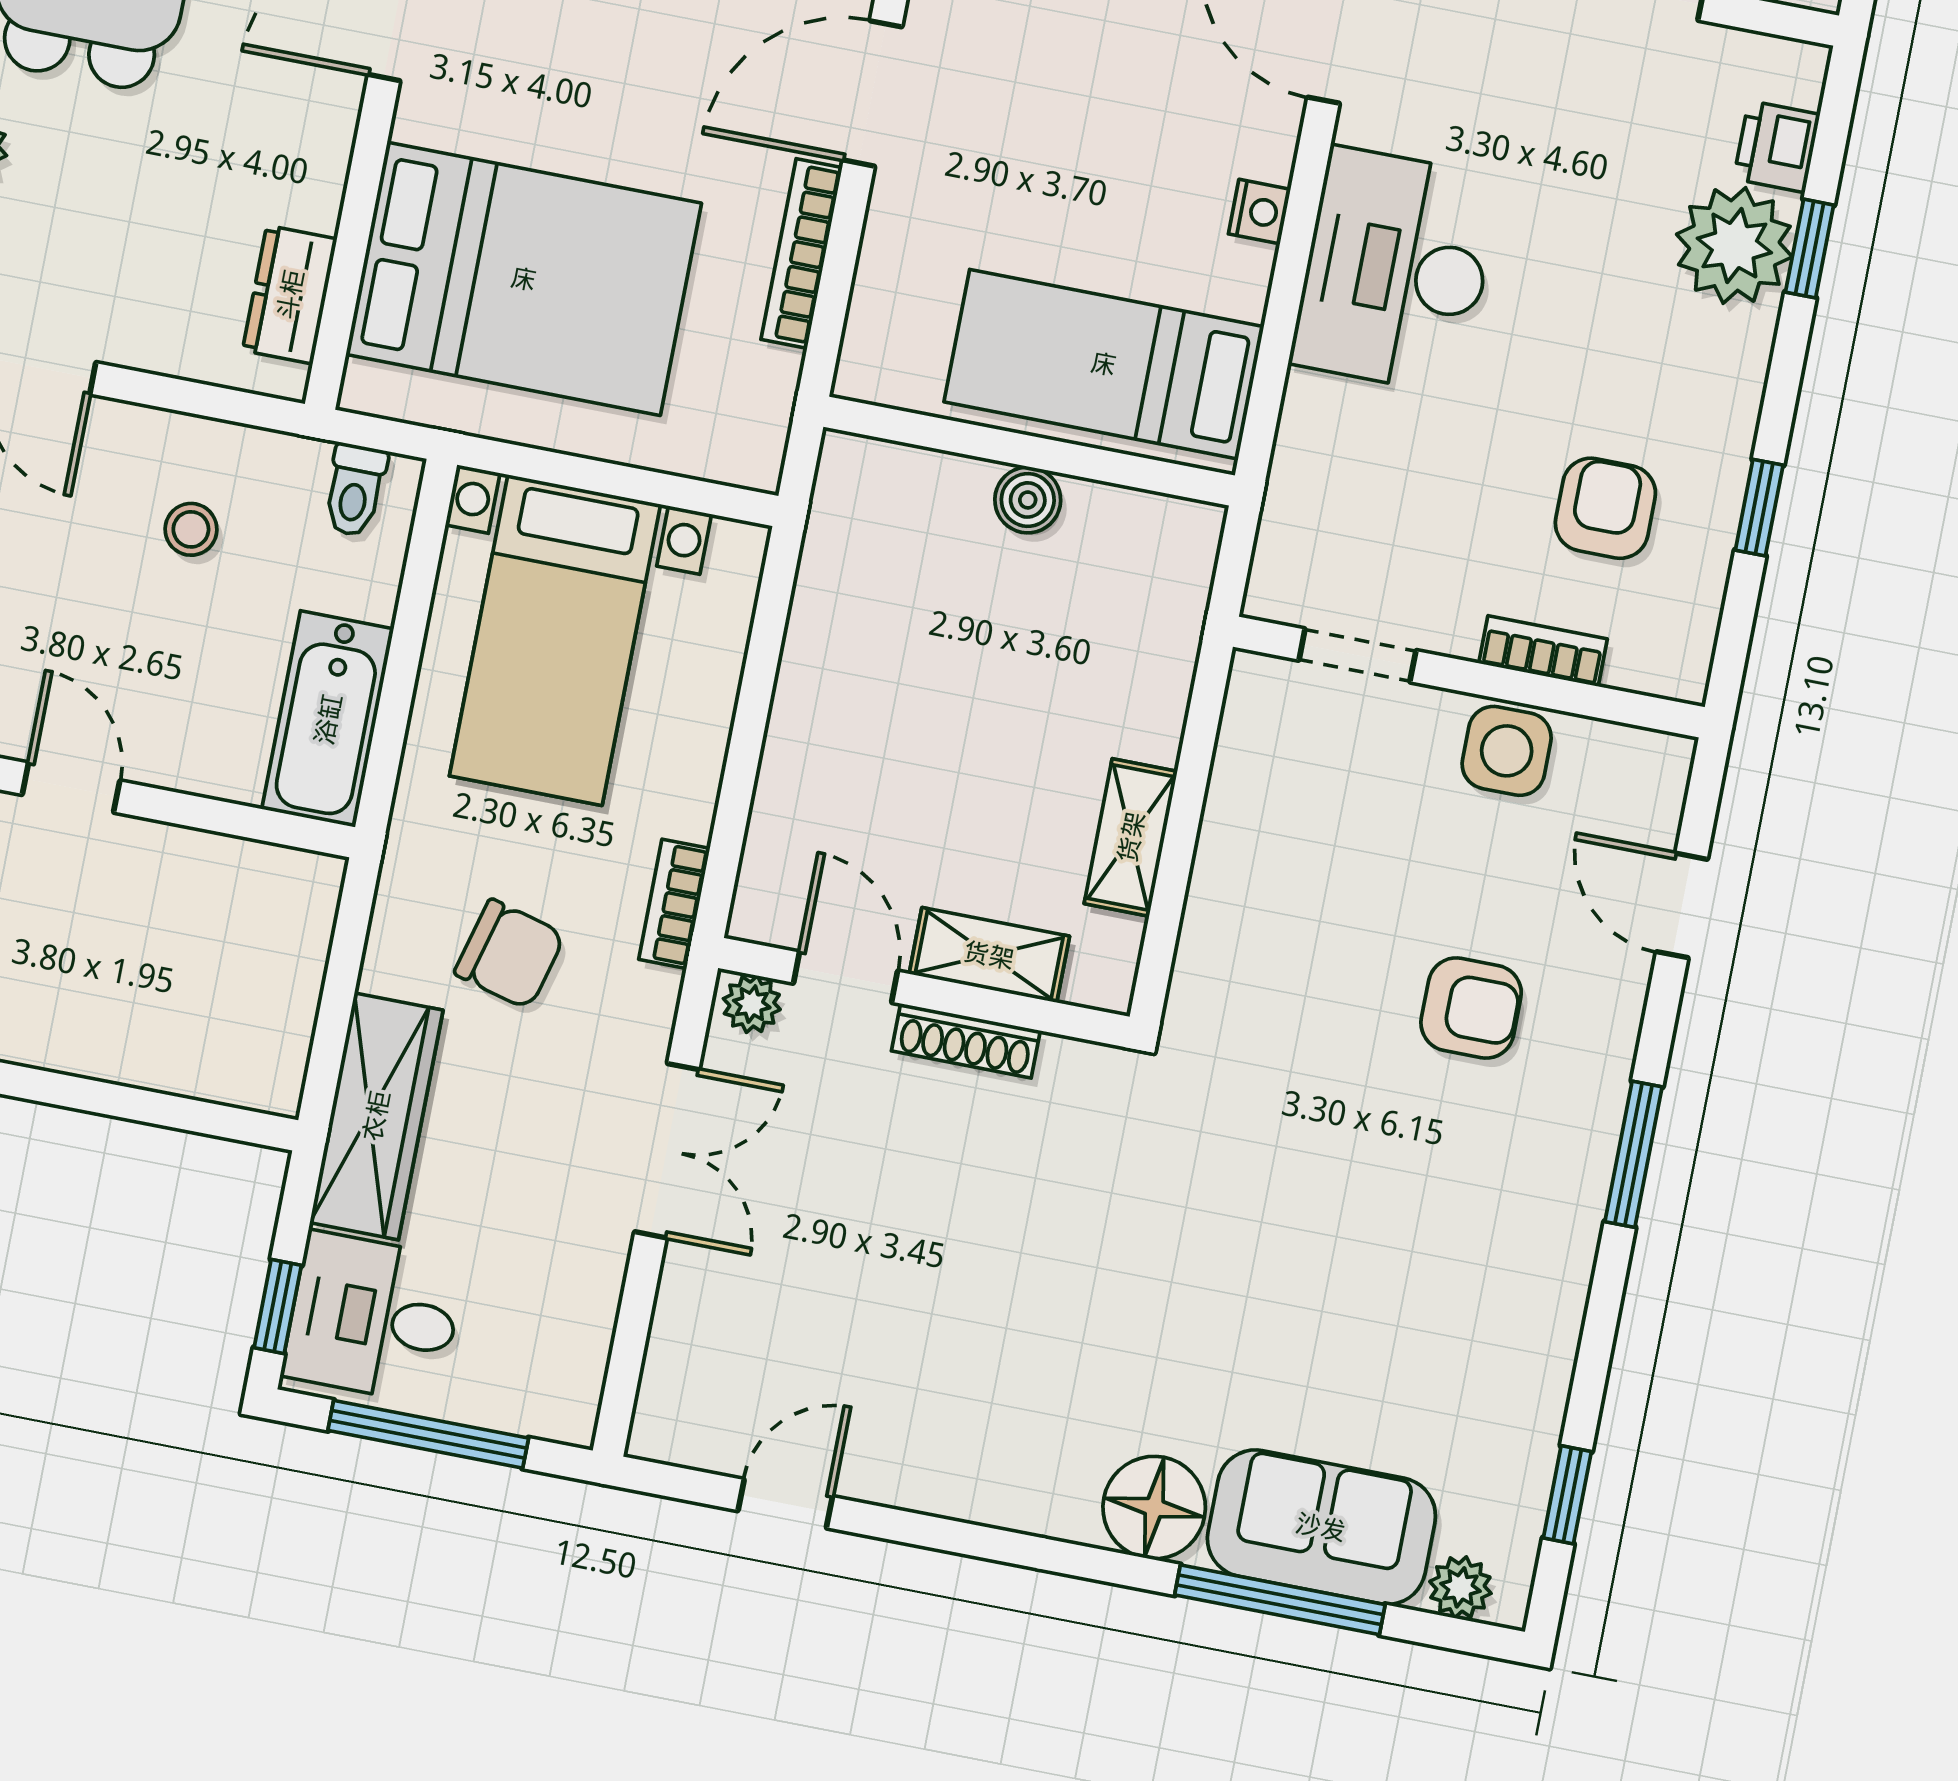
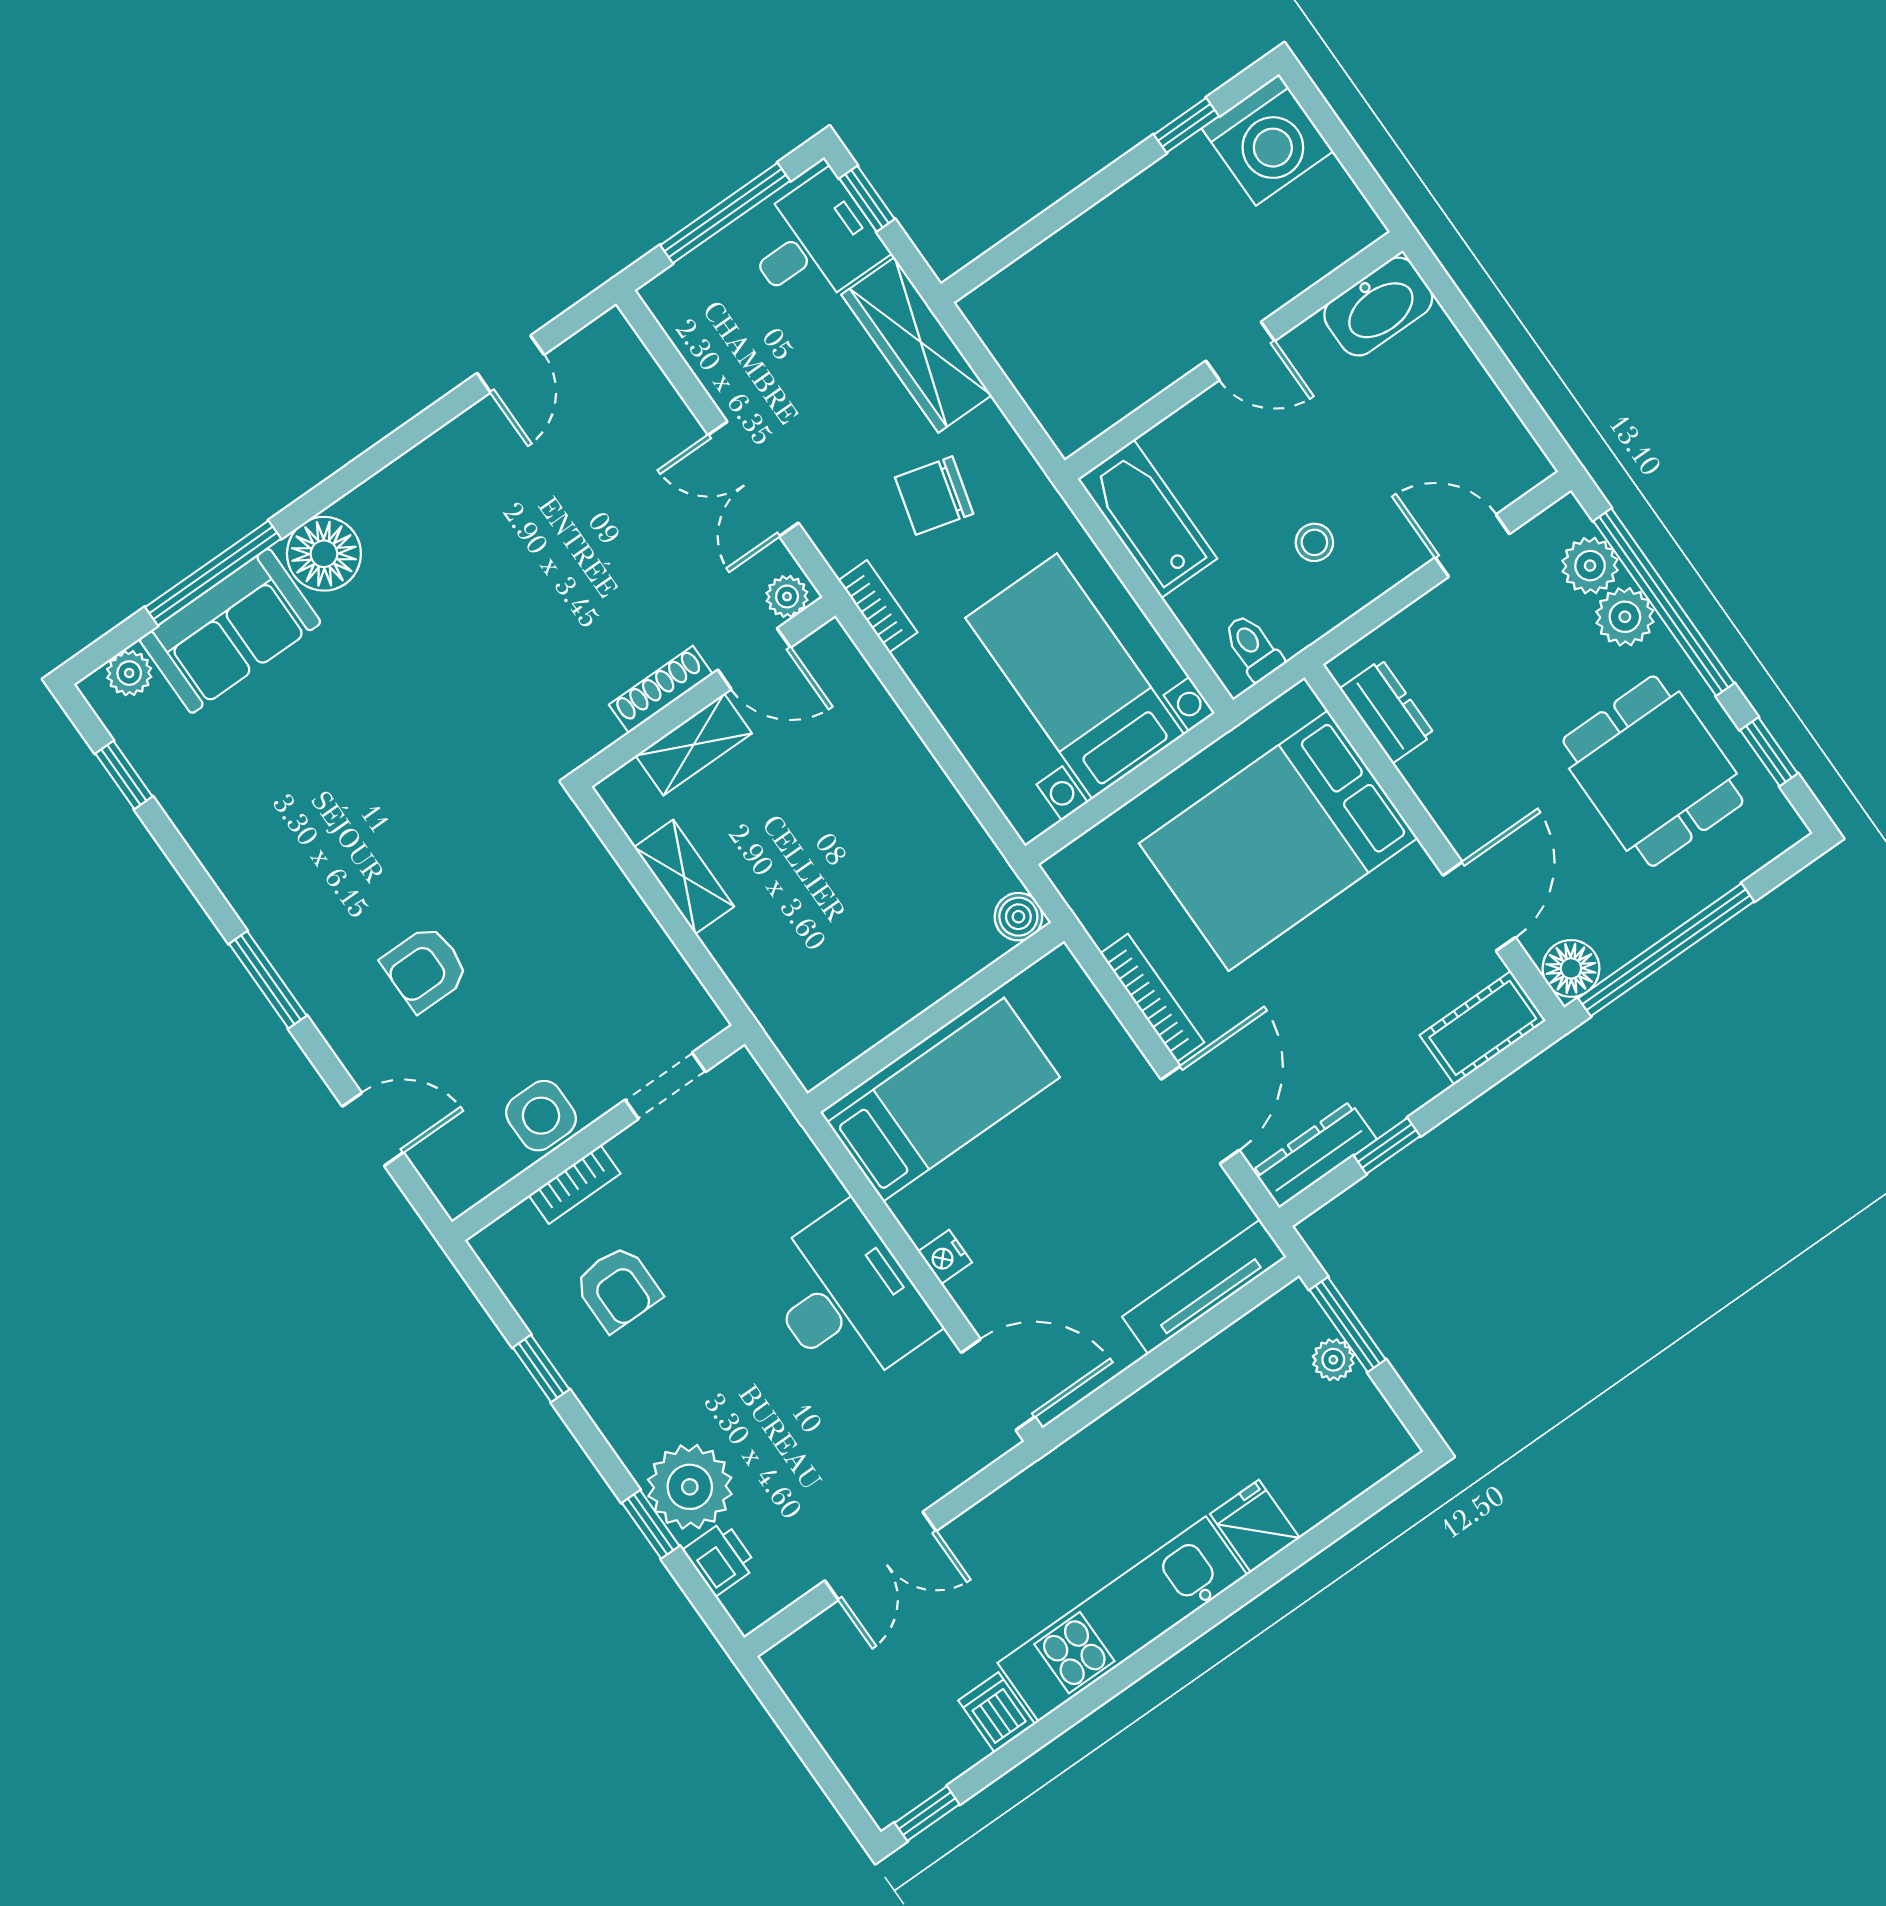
boiler: (1028, 500) -> (1018, 917), moved

